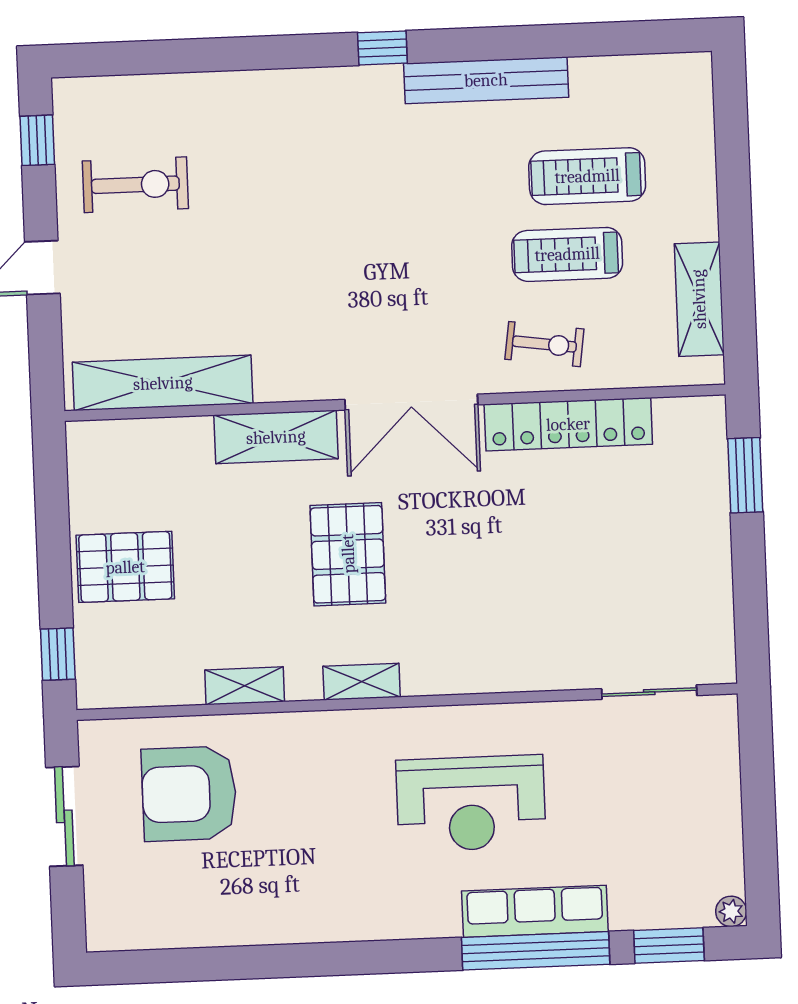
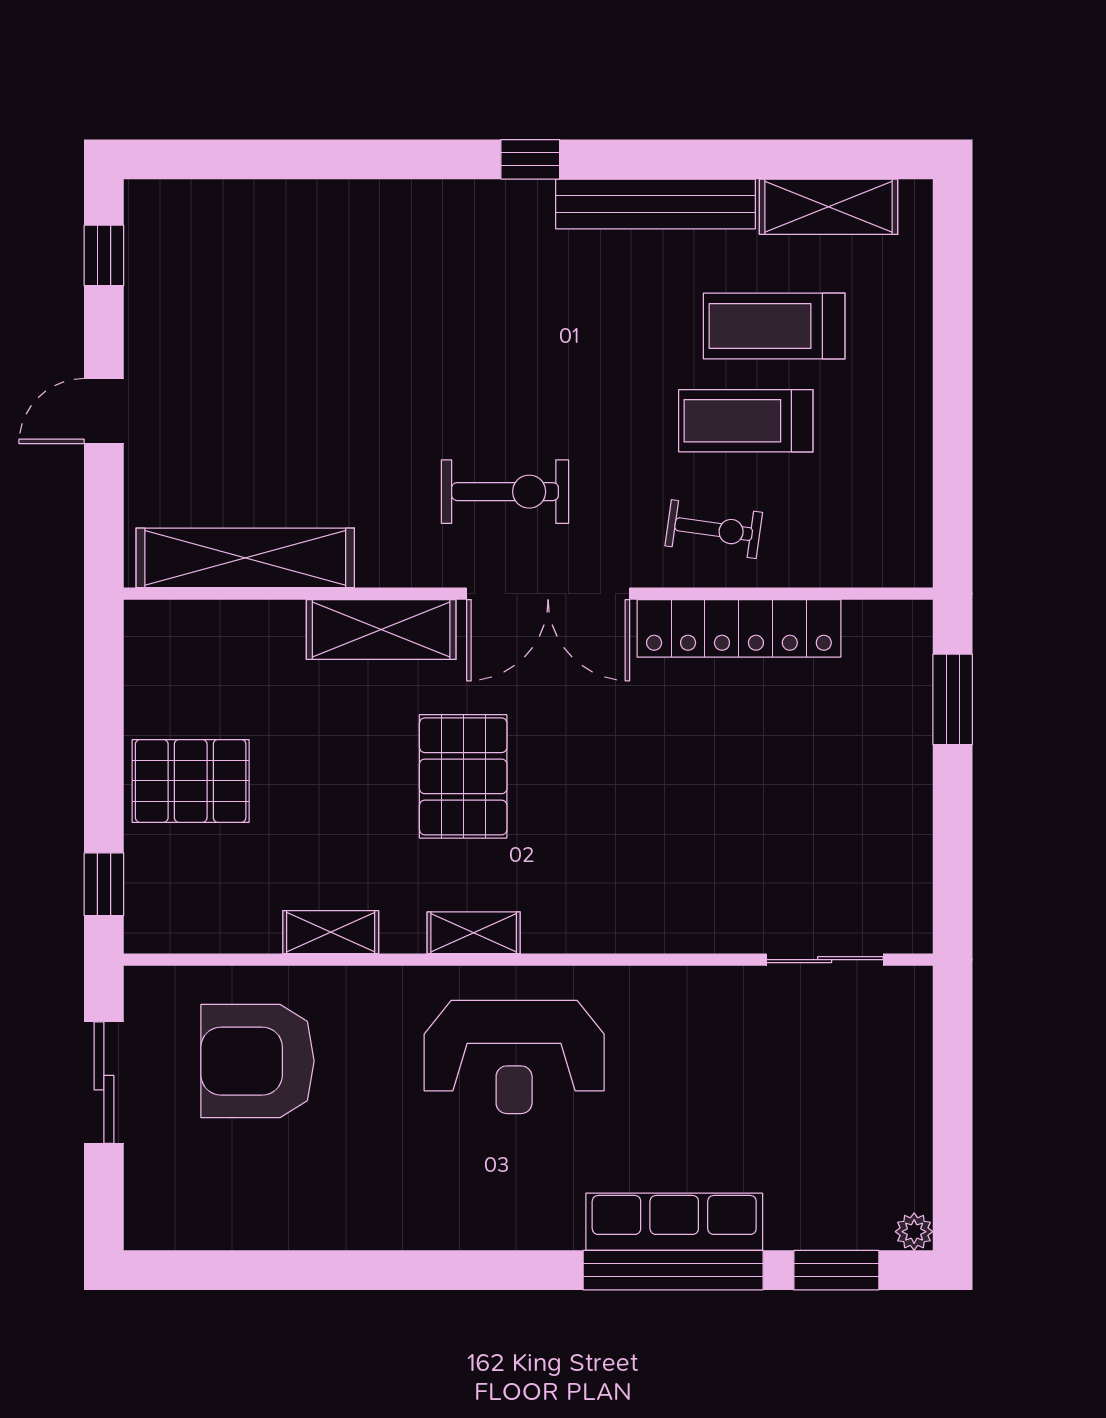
exercise bike: (135, 185) -> (505, 492), moved
shelving: (699, 299) -> (828, 207), moved, turned 90
reception desk: (471, 803) -> (514, 1057), moved

